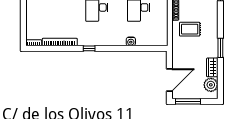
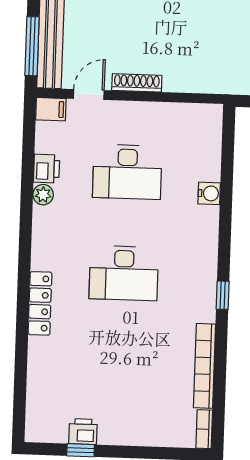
rug: (190, 29) -> (184, 49), removed

